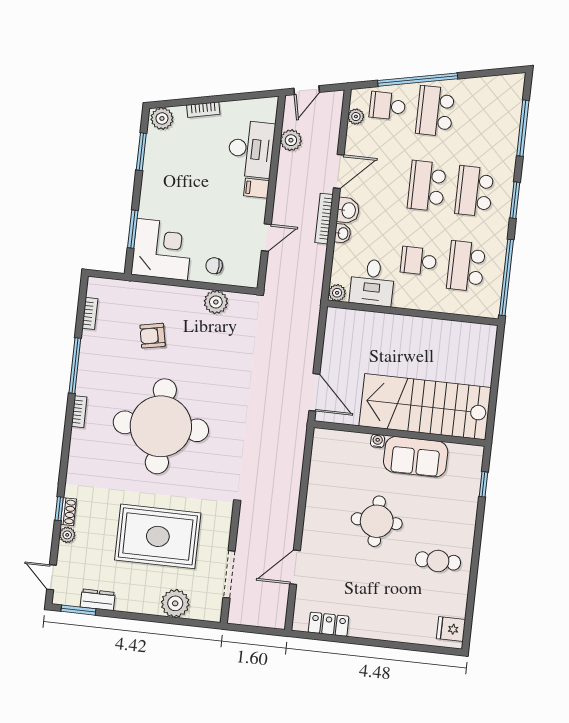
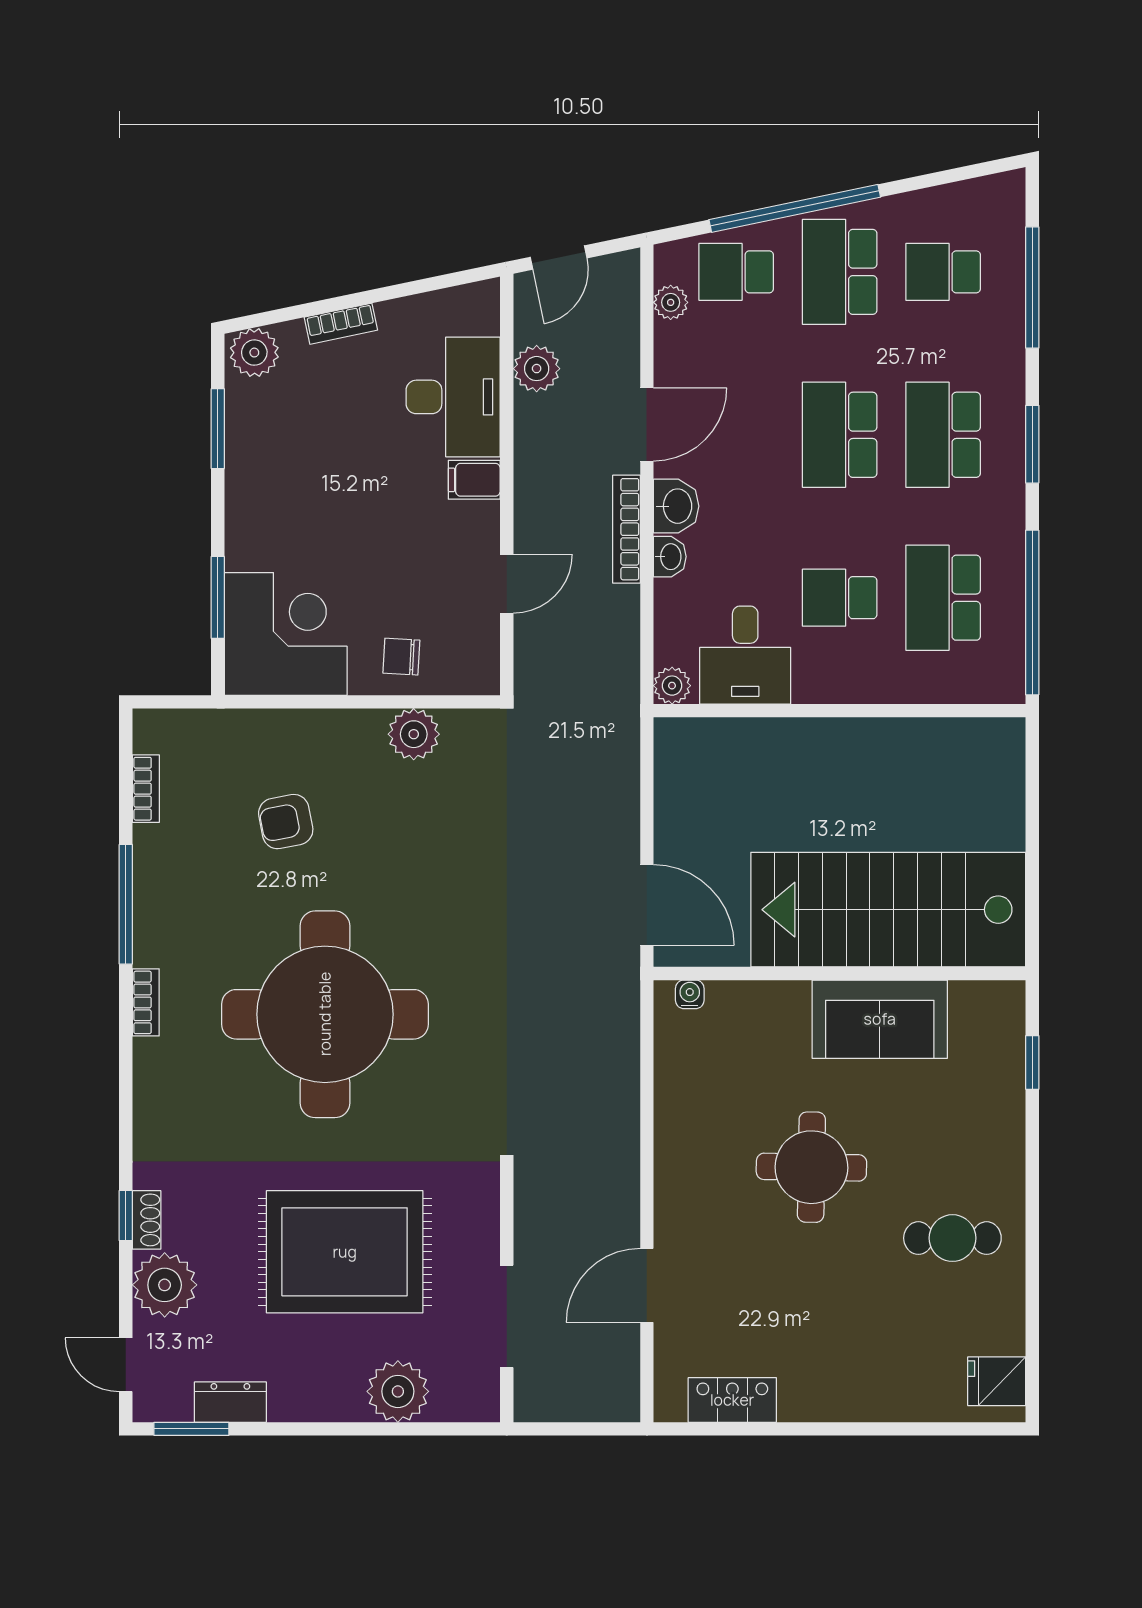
school desk: (483, 116) -> (943, 272), added
water cooler: (378, 441) -> (690, 994), moved
plant: (67, 535) -> (165, 1285), width x1.88, depth x1.88

